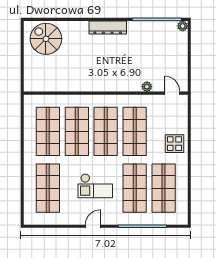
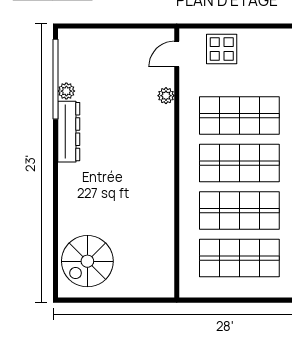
plant: (183, 26) -> (66, 91), moved
dresser: (108, 27) -> (69, 132), moved
display table: (174, 144) -> (222, 49), moved

